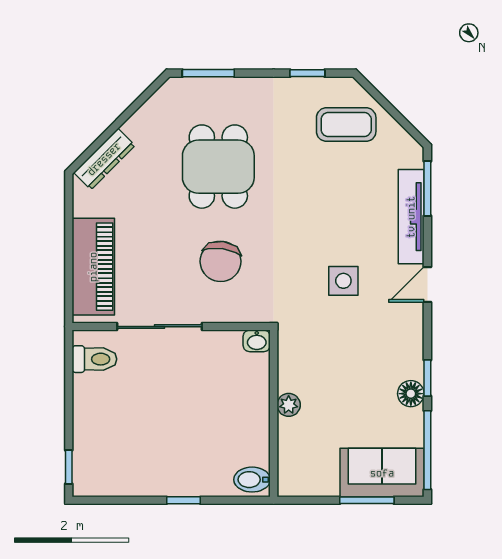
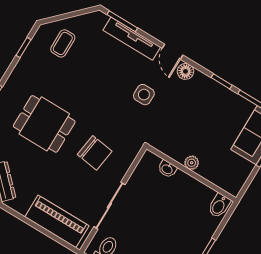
coffee table: (346, 125) -> (63, 43), width x0.73, depth x0.77
washbasin: (257, 341) -> (167, 169), moved, turned 90
floor lamp: (411, 394) -> (185, 71), moved

